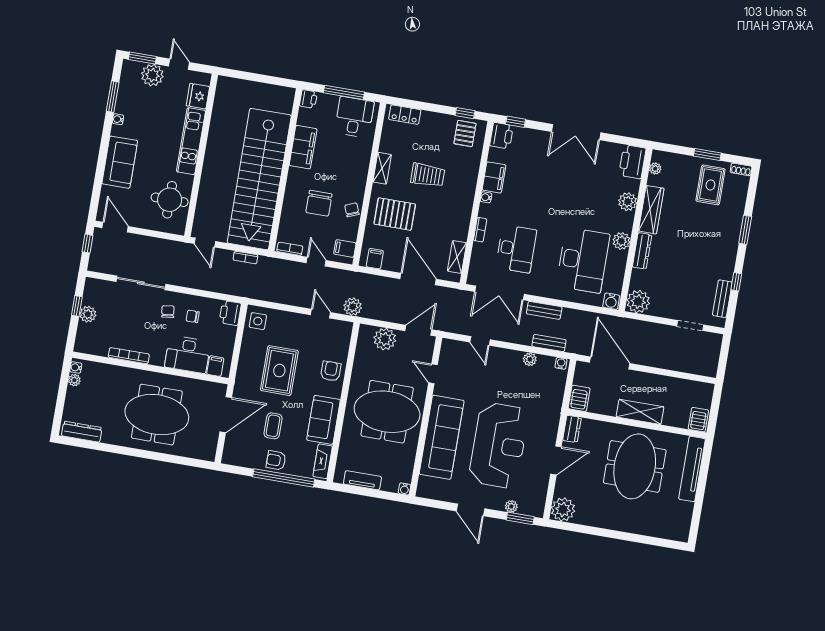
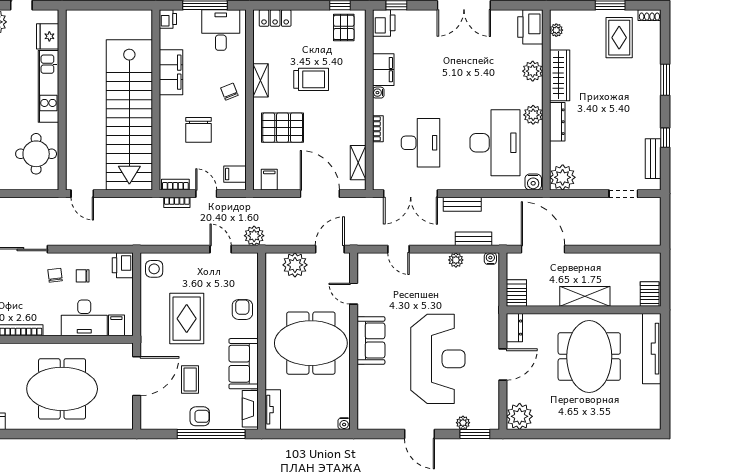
chair: (352, 210) -> (229, 92), moved
bookcase: (245, 257) -> (177, 202), moved
sofa: (442, 437) -> (371, 340), width x0.54, depth x0.79
armchair: (276, 460) -> (200, 416), turned 180
tv unit: (362, 480) -> (273, 410), moved, turned 90

